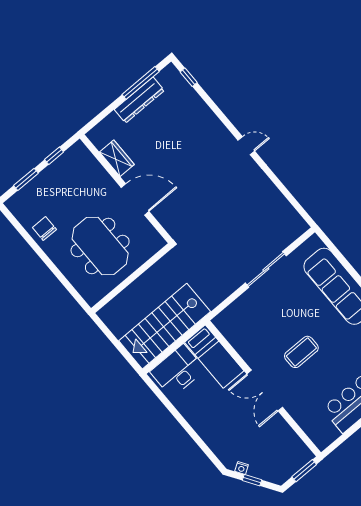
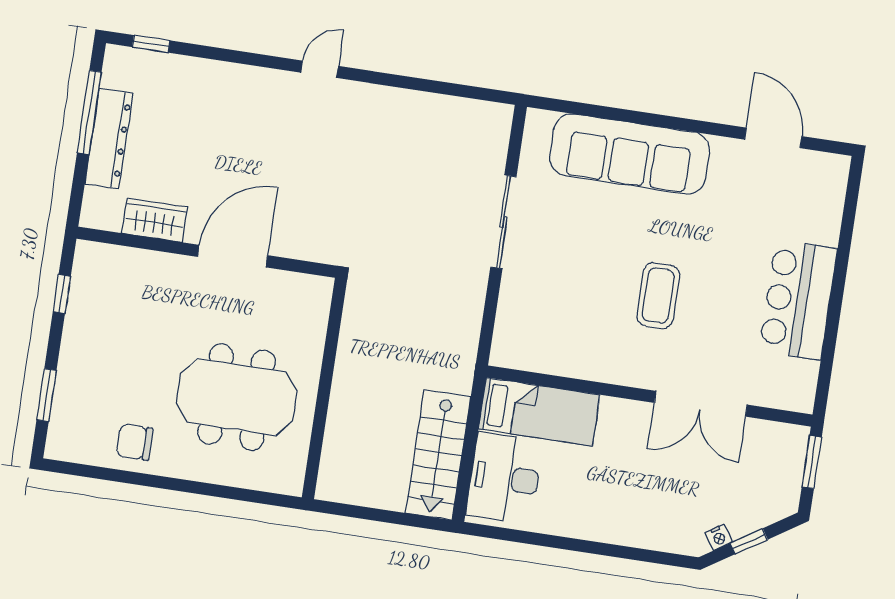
window: (54, 156) -> (62, 294), moved
wardrobe: (117, 158) -> (155, 220), moved
wall: (126, 189) -> (207, 252), moved
door: (135, 199) -> (233, 256), moved
stairs: (165, 326) -> (438, 455), width x0.73, depth x0.66
double door: (265, 391) -> (701, 404), moved

